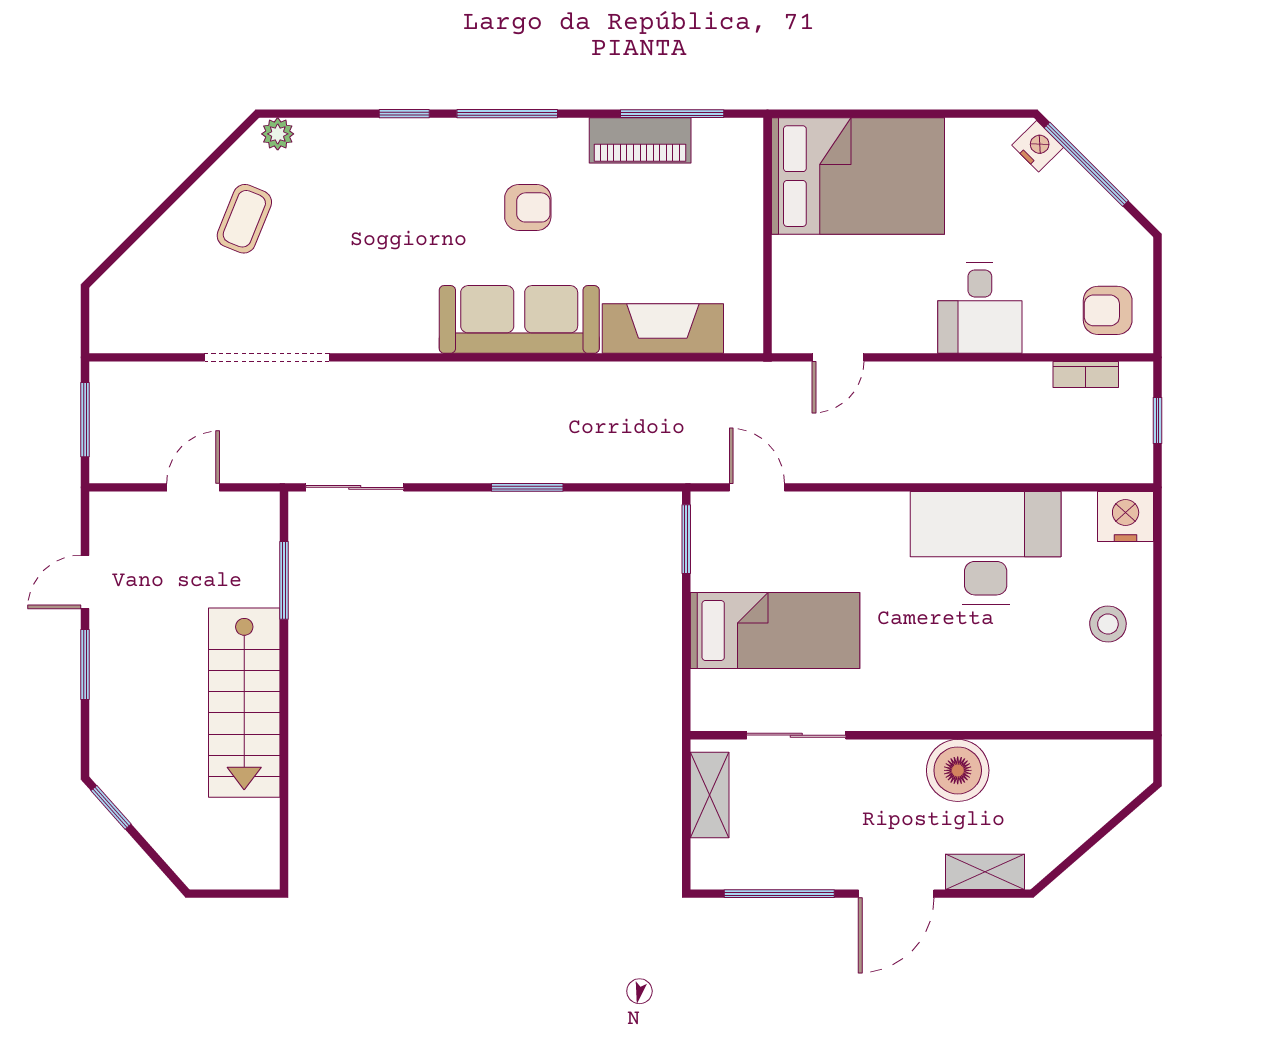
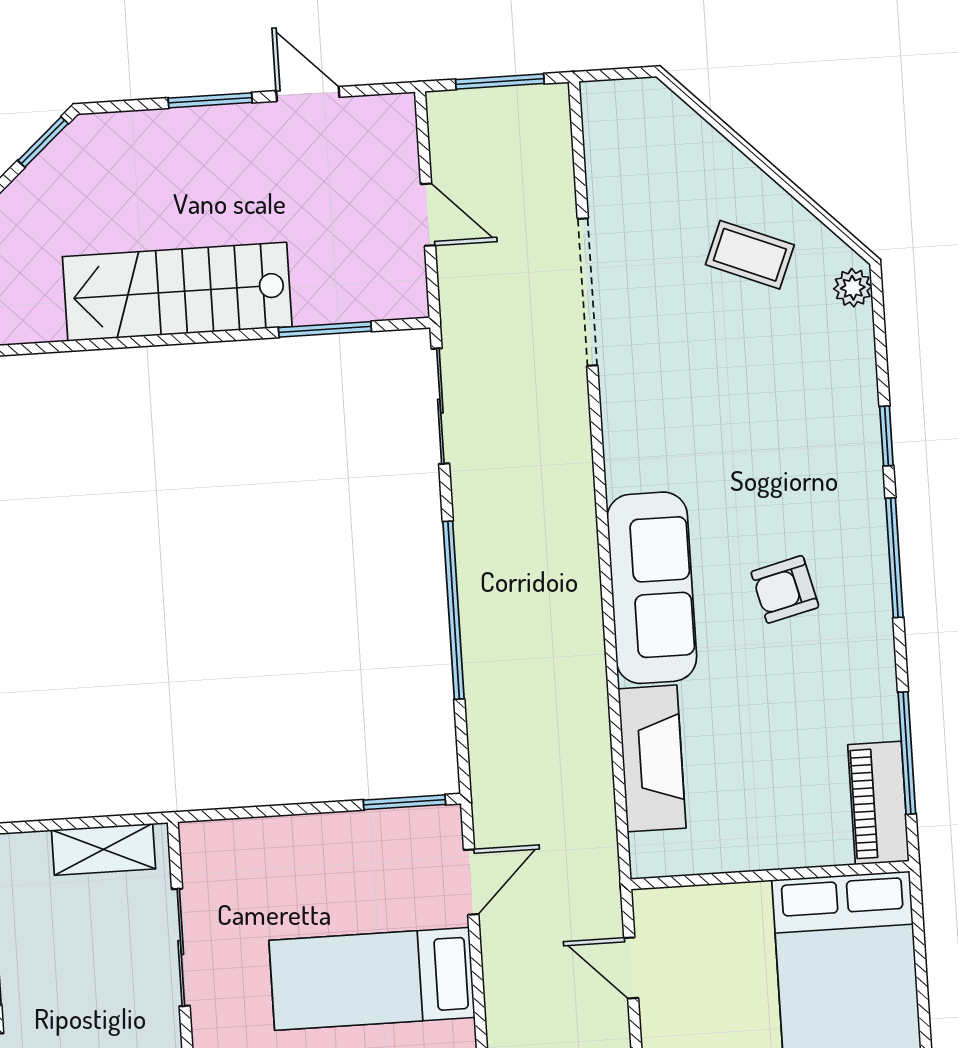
piano: (640, 140) -> (878, 803), moved
armchair: (528, 207) -> (785, 589), turned 76
window: (527, 487) -> (454, 610), width x2.11
bed: (775, 630) -> (372, 979), moved, turned 90

